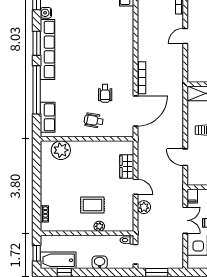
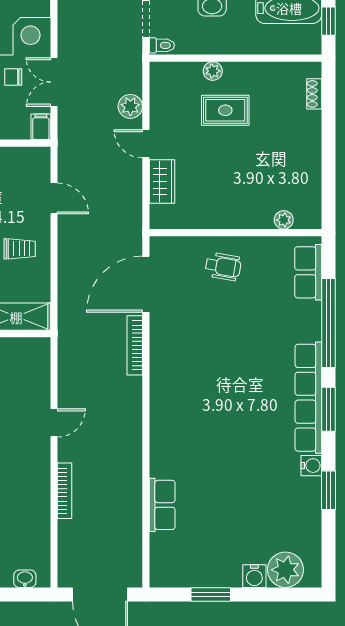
wheelchair: (105, 93) -> (202, 317), removed
plant: (61, 150) -> (284, 220), width x0.53, depth x0.53

